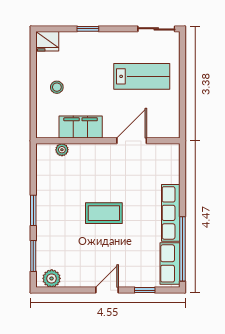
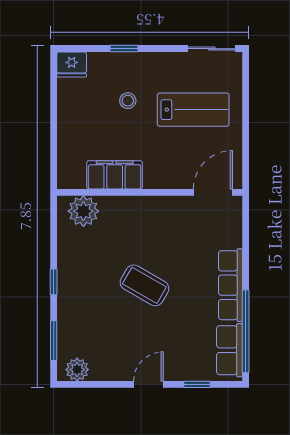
stool: (57, 87) -> (128, 101), moved
door: (132, 141) -> (213, 192), moved
plant: (62, 150) -> (83, 211), width x1.88, depth x1.88
window: (33, 210) -> (54, 282), width x0.67
coffee table: (104, 213) -> (144, 285), turned 30

